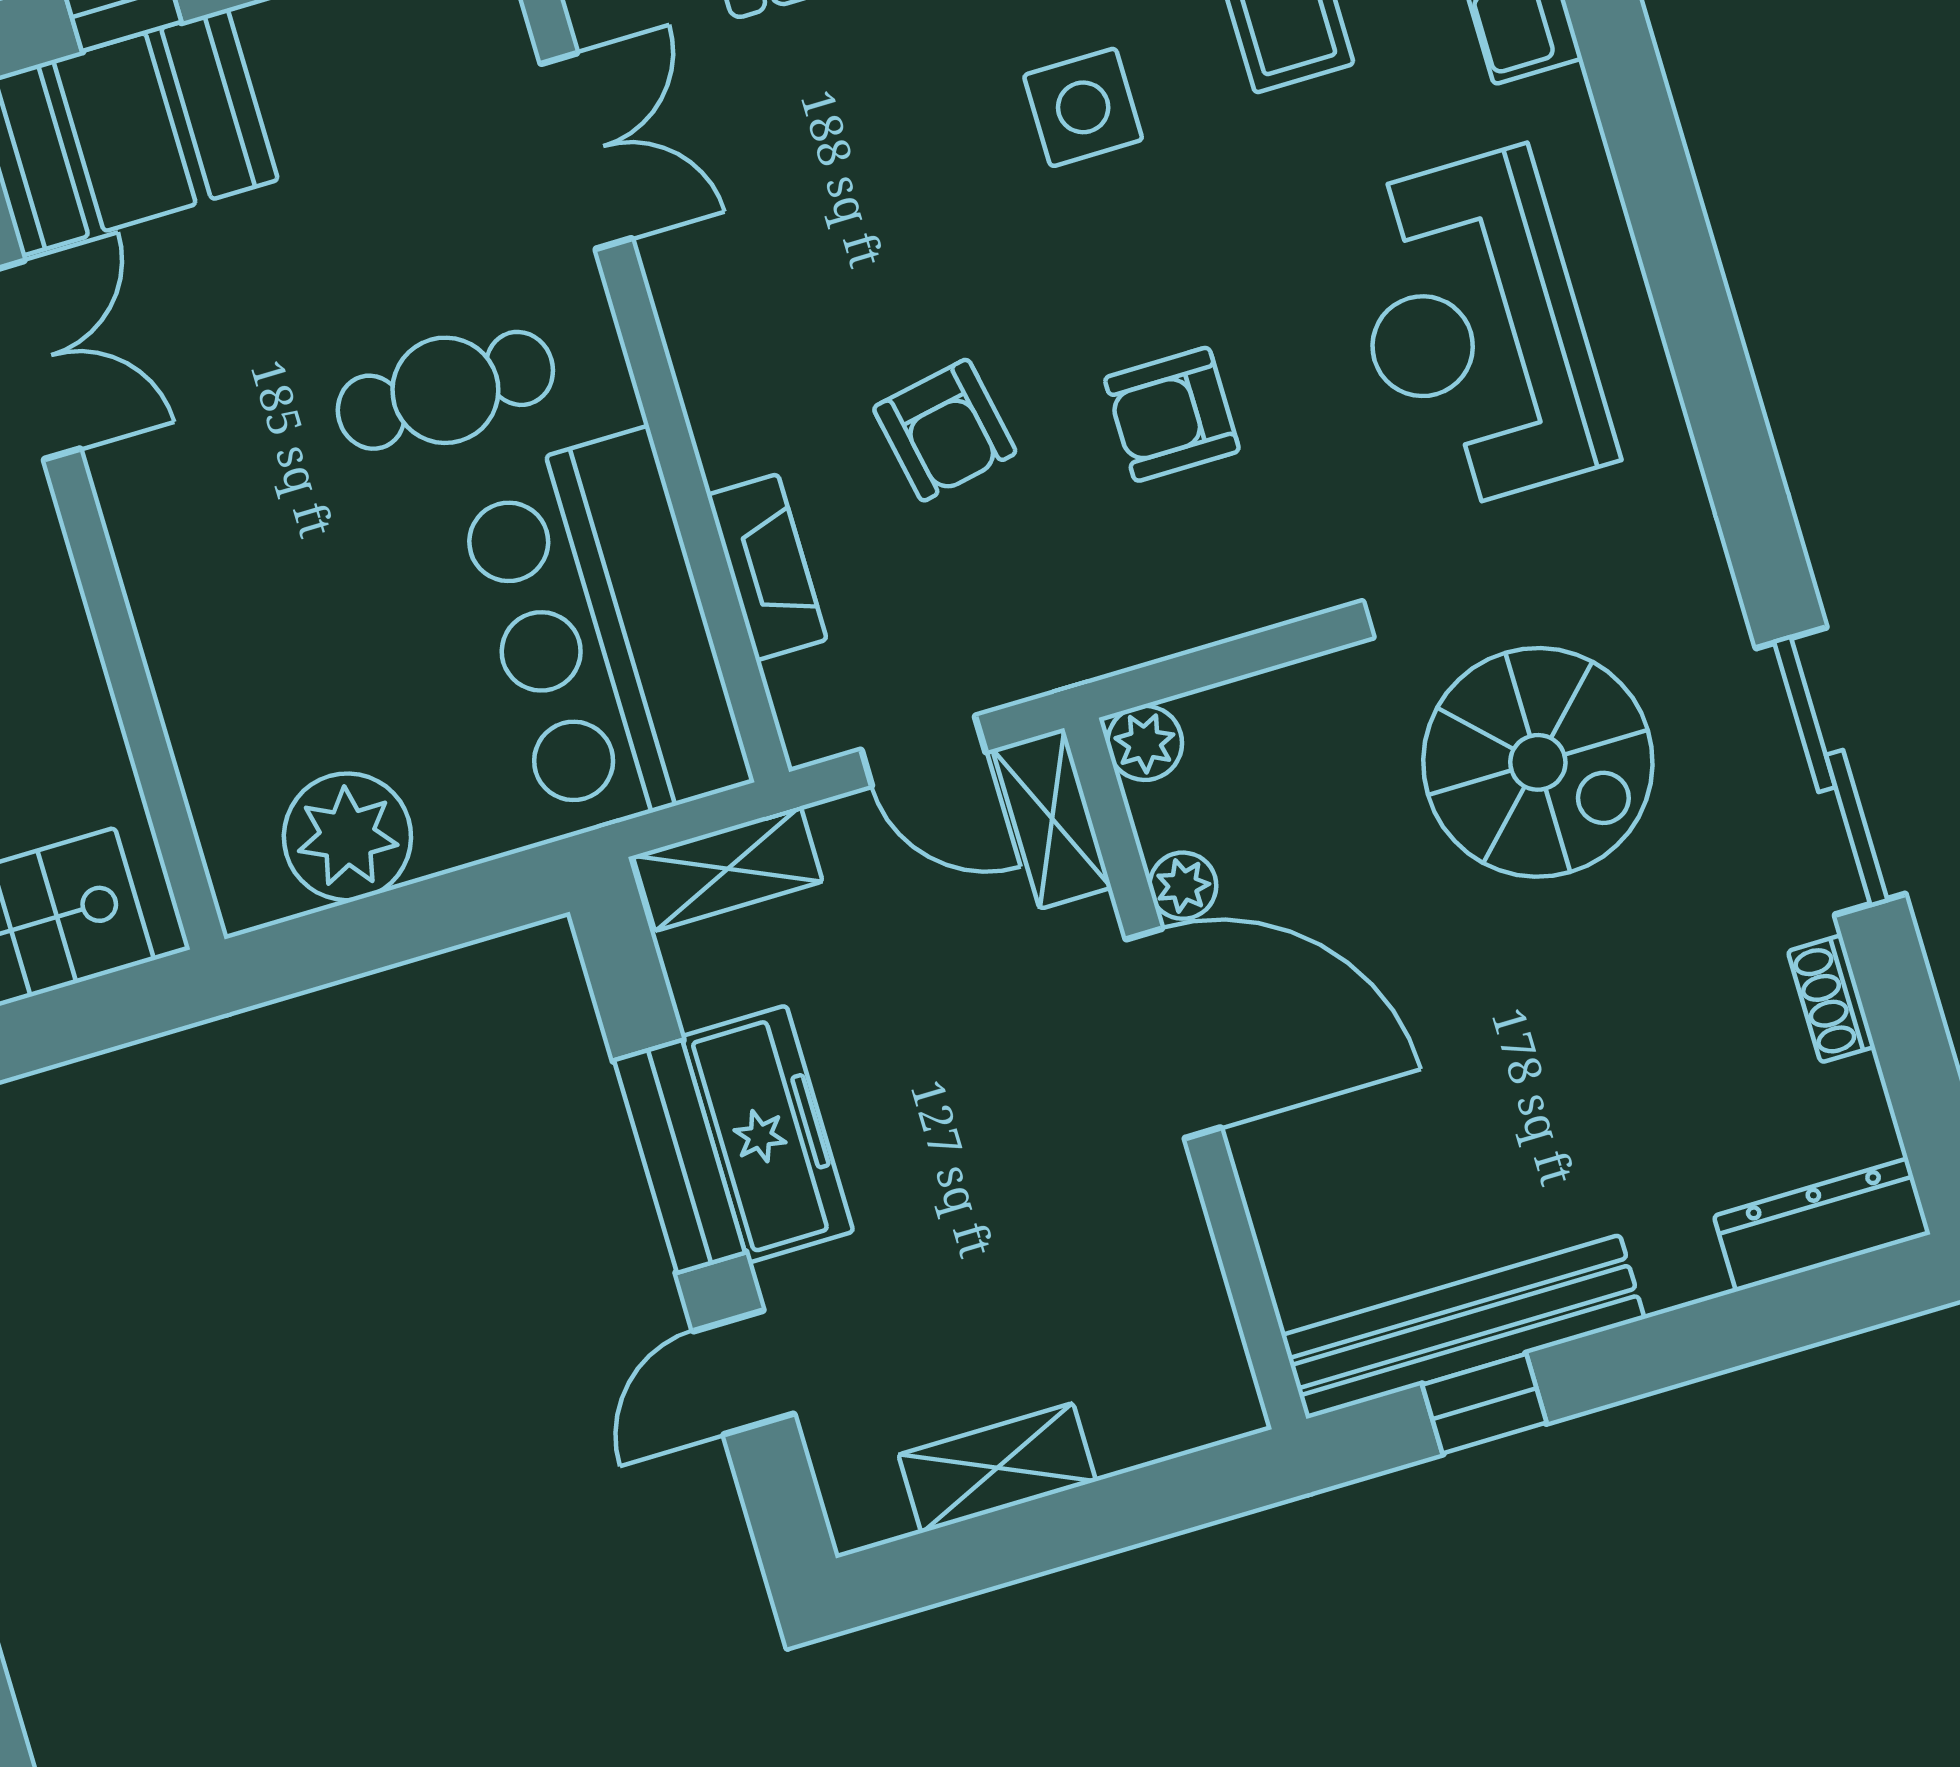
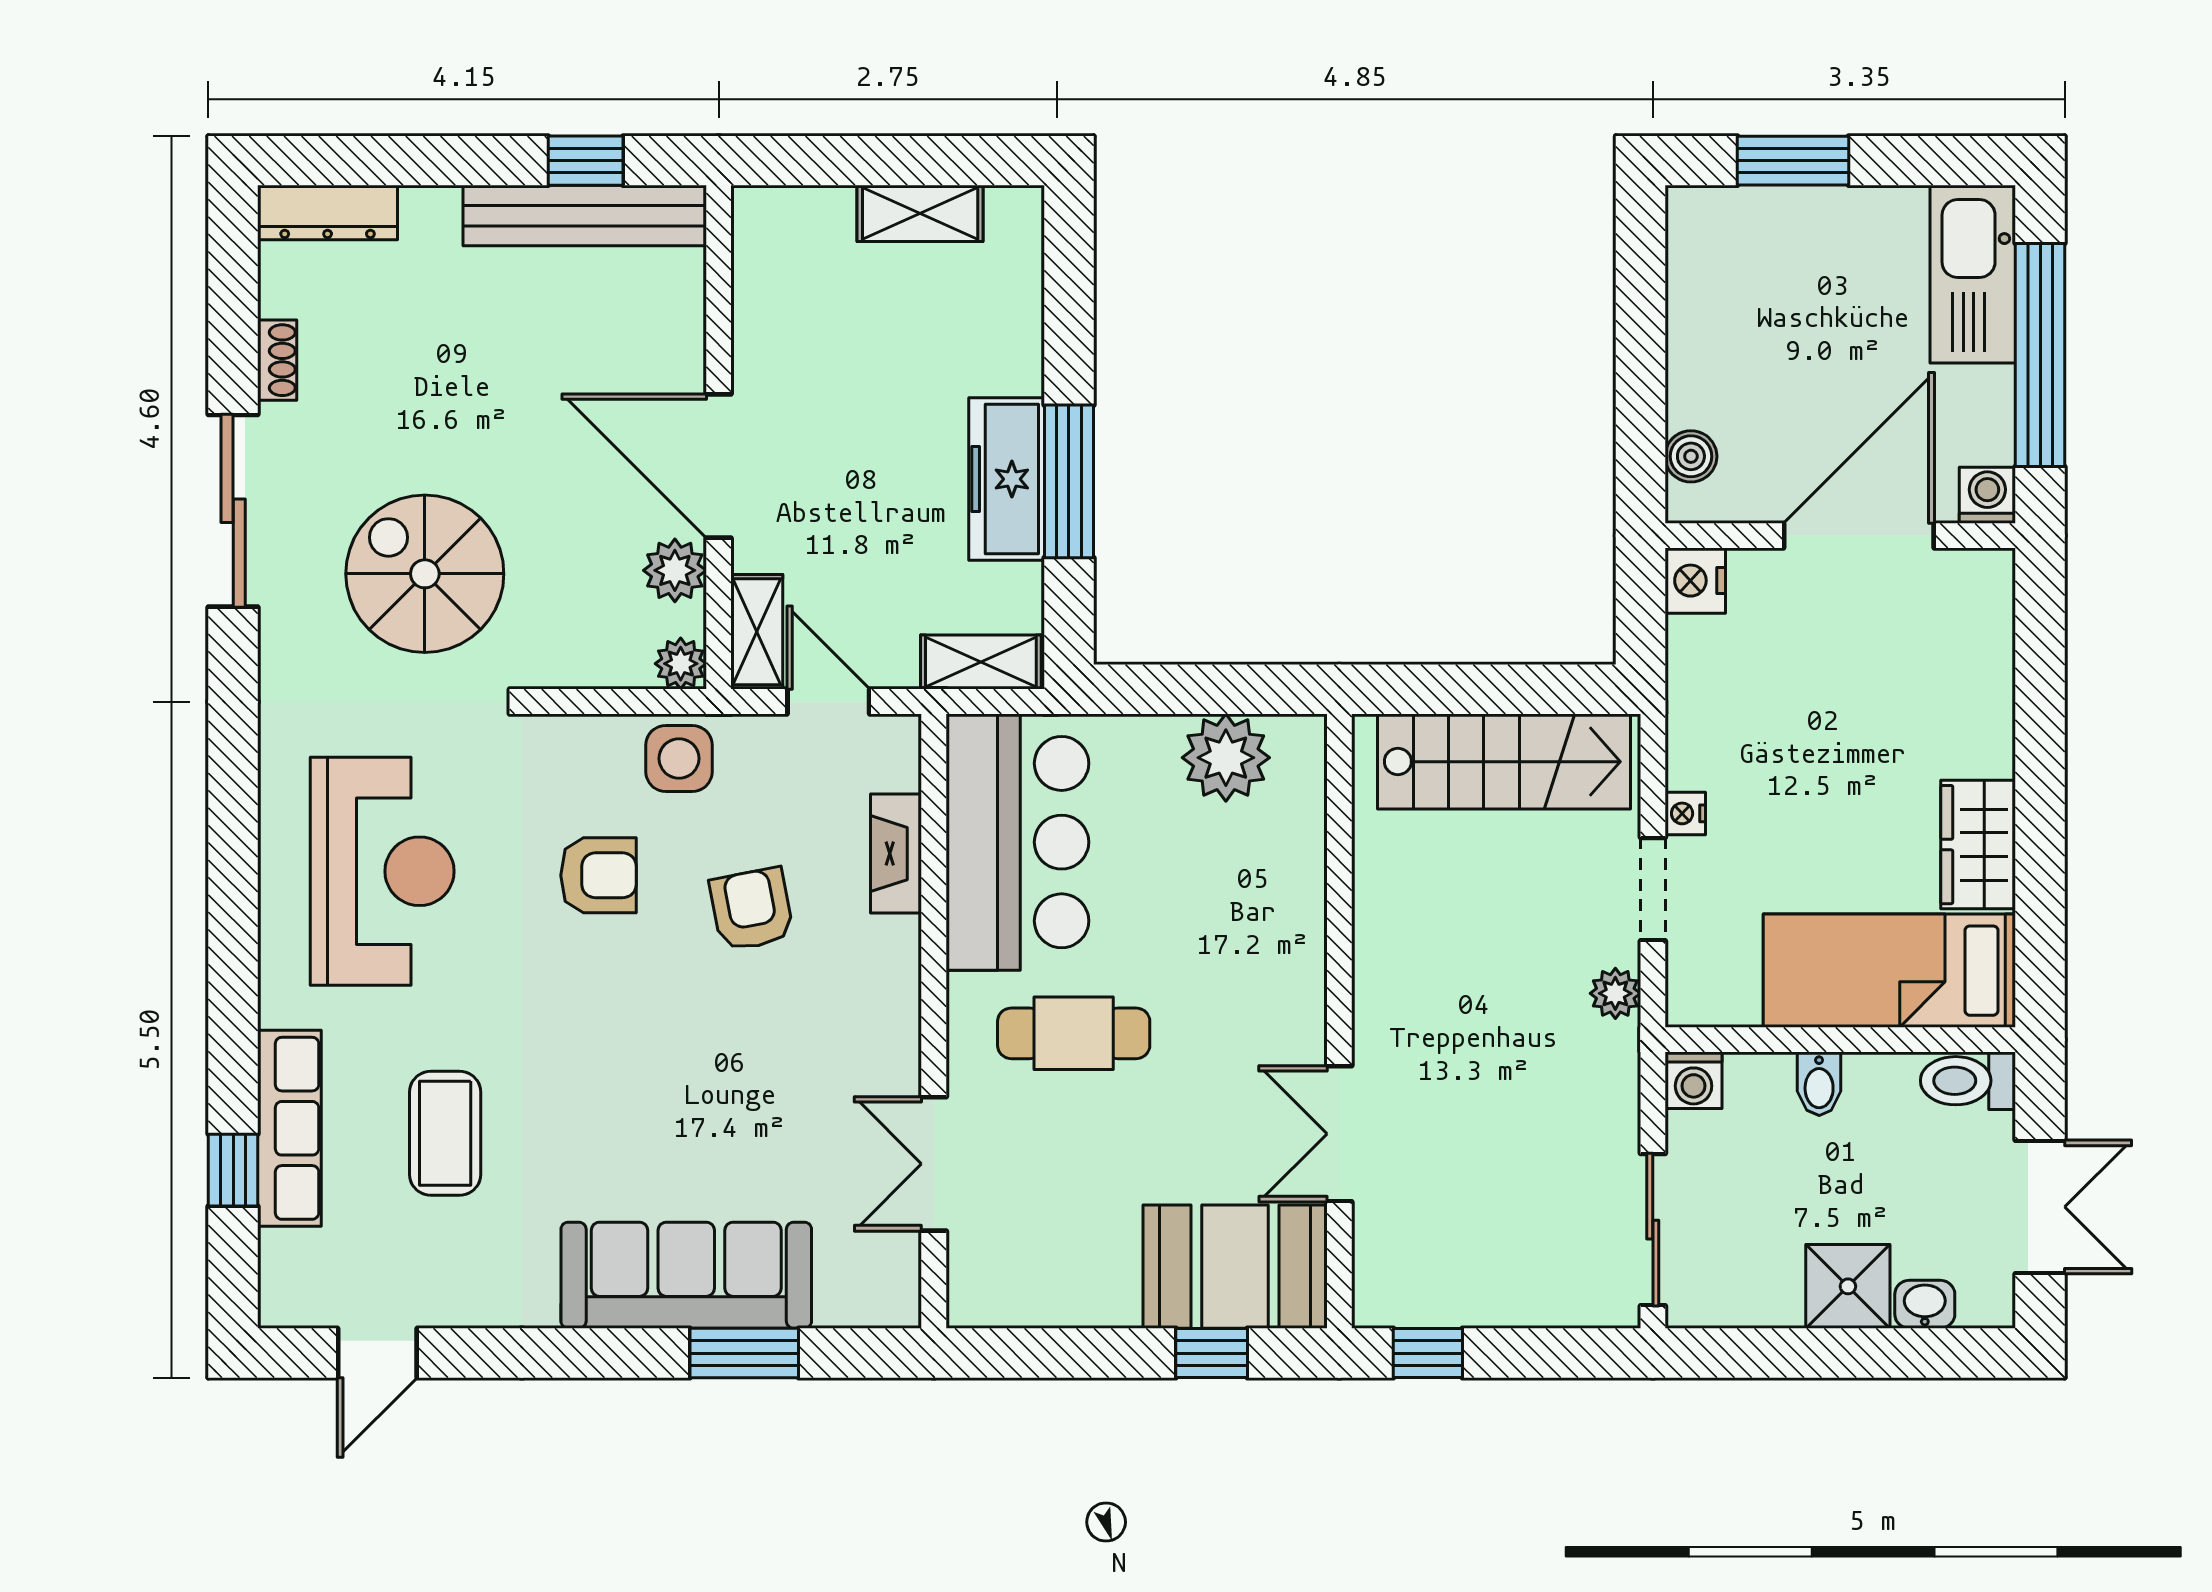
side table: (1083, 107) -> (679, 758), moved
plant: (1183, 886) -> (675, 570), width x1.38, depth x1.38
door: (743, 1372) -> (1069, 326), removed

